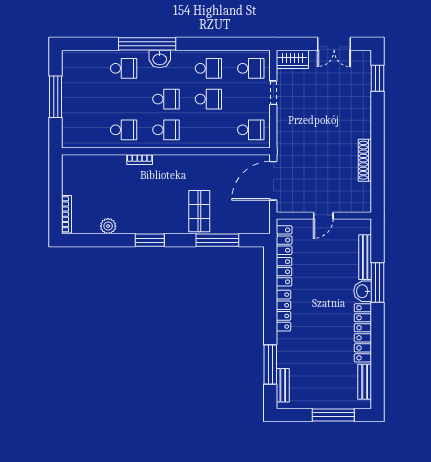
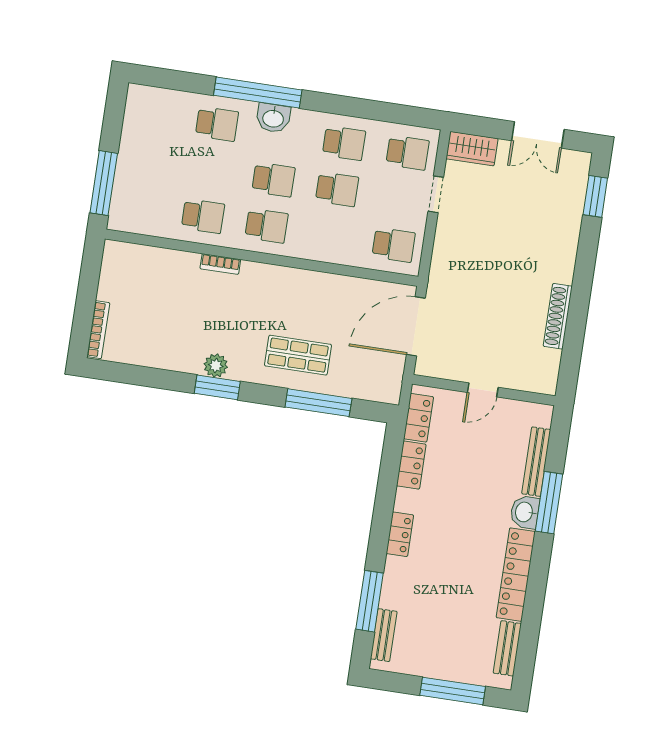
window: (56, 97) -> (104, 183), moved
shop shelf: (199, 211) -> (298, 355), turned 90
plant: (108, 226) -> (216, 366), moved
locker: (283, 311) -> (400, 534), width x0.66

